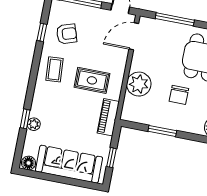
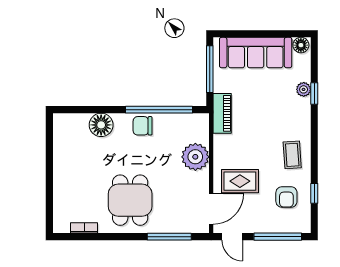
armchair: (67, 34) -> (286, 197), turned -72
rug: (92, 80) -> (240, 181), moved
chair: (179, 95) -> (143, 126), moved, turned -90
window: (162, 131) -> (159, 110), width x2.11
window: (112, 158) -> (210, 69), width x2.17

